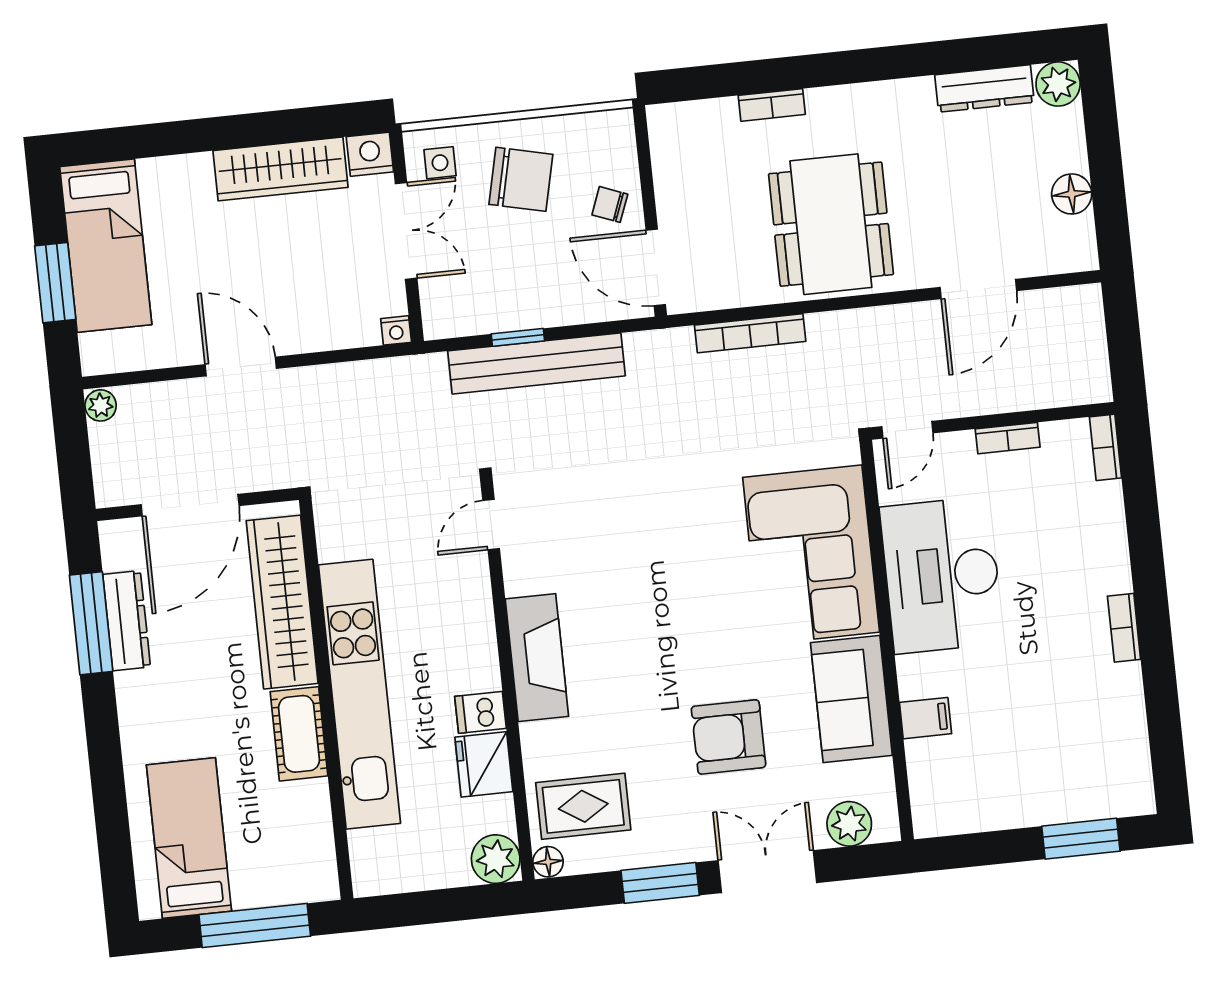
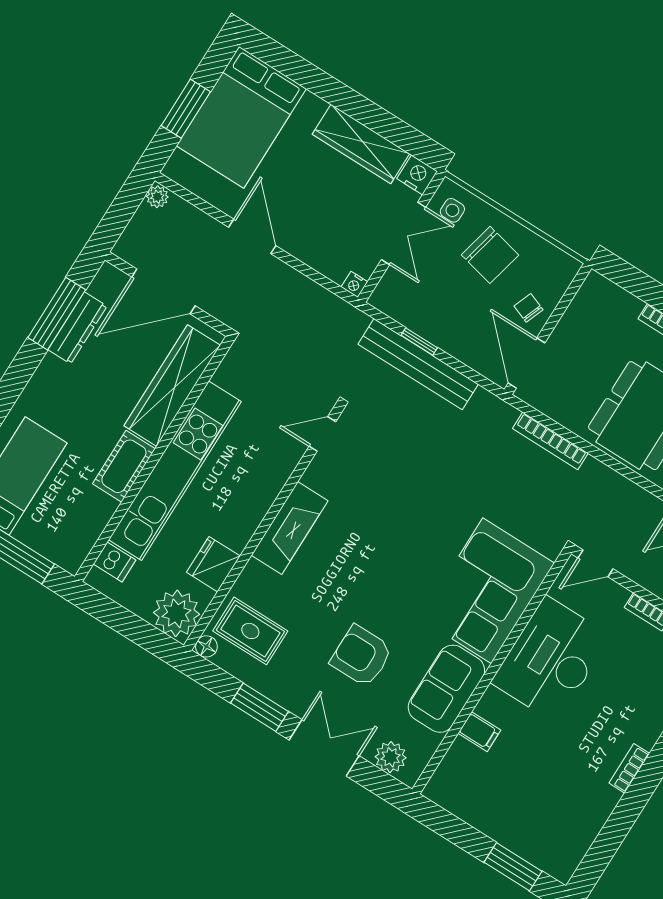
bed: (106, 246) -> (241, 117), width x1.50
dishwasher: (481, 712) -> (115, 562), moved, turned 180
plant: (496, 859) -> (177, 613), width x1.36, depth x1.36

